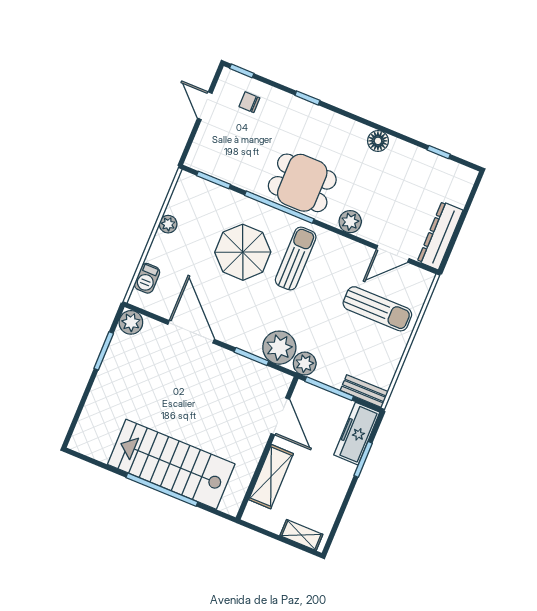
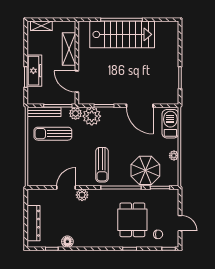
floor lamp: (378, 141) -> (67, 242), moved
dining table: (302, 183) -> (132, 220), moved, turned 90
dresser: (440, 236) -> (34, 223), moved
parasol: (243, 252) -> (145, 170), moved
door: (393, 254) -> (66, 187), moved
barbecue: (147, 278) -> (170, 124), width x1.88, depth x1.53
sun lounger: (377, 309) -> (53, 134), moved
plant: (131, 322) -> (172, 98), removed
bench: (364, 391) -> (44, 112), width x1.36
freezer: (357, 434) -> (34, 71), moved

